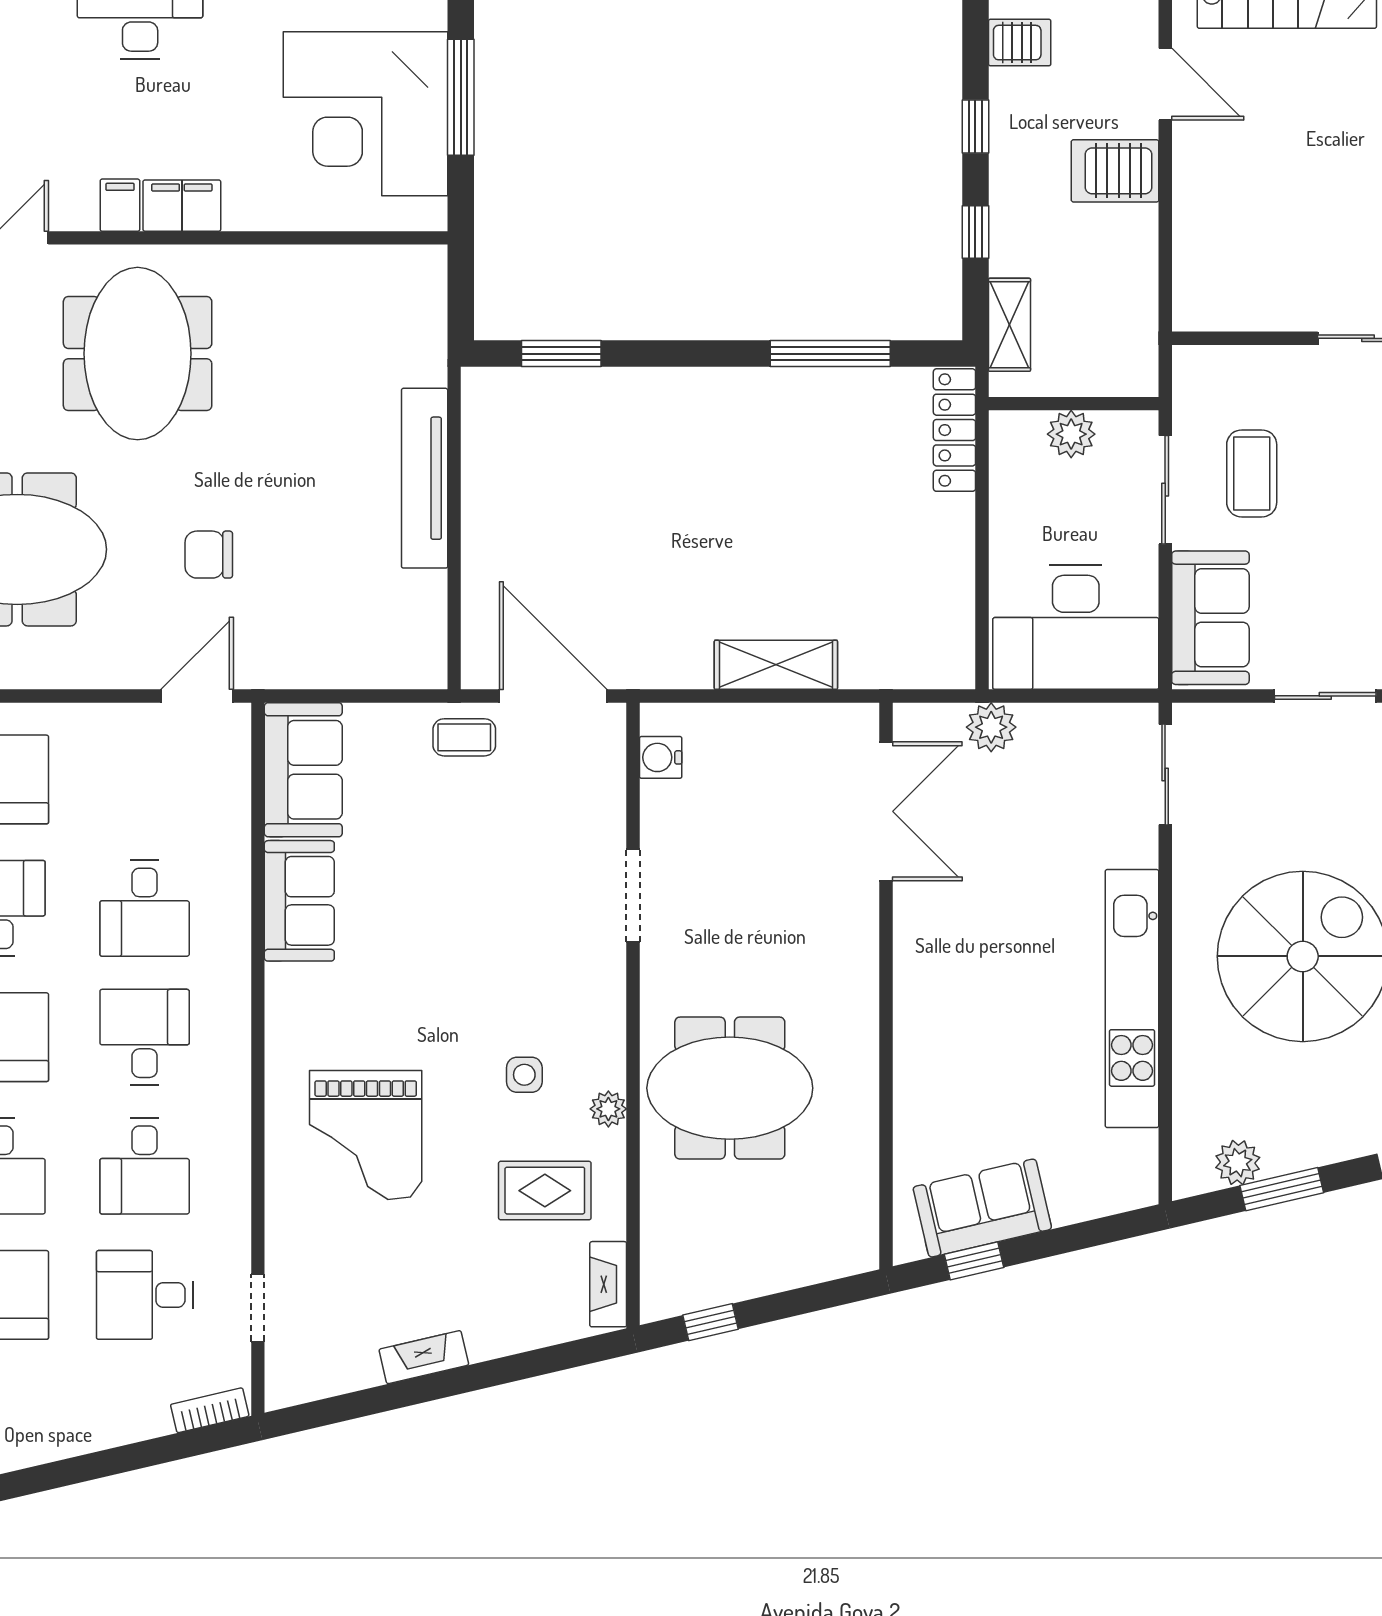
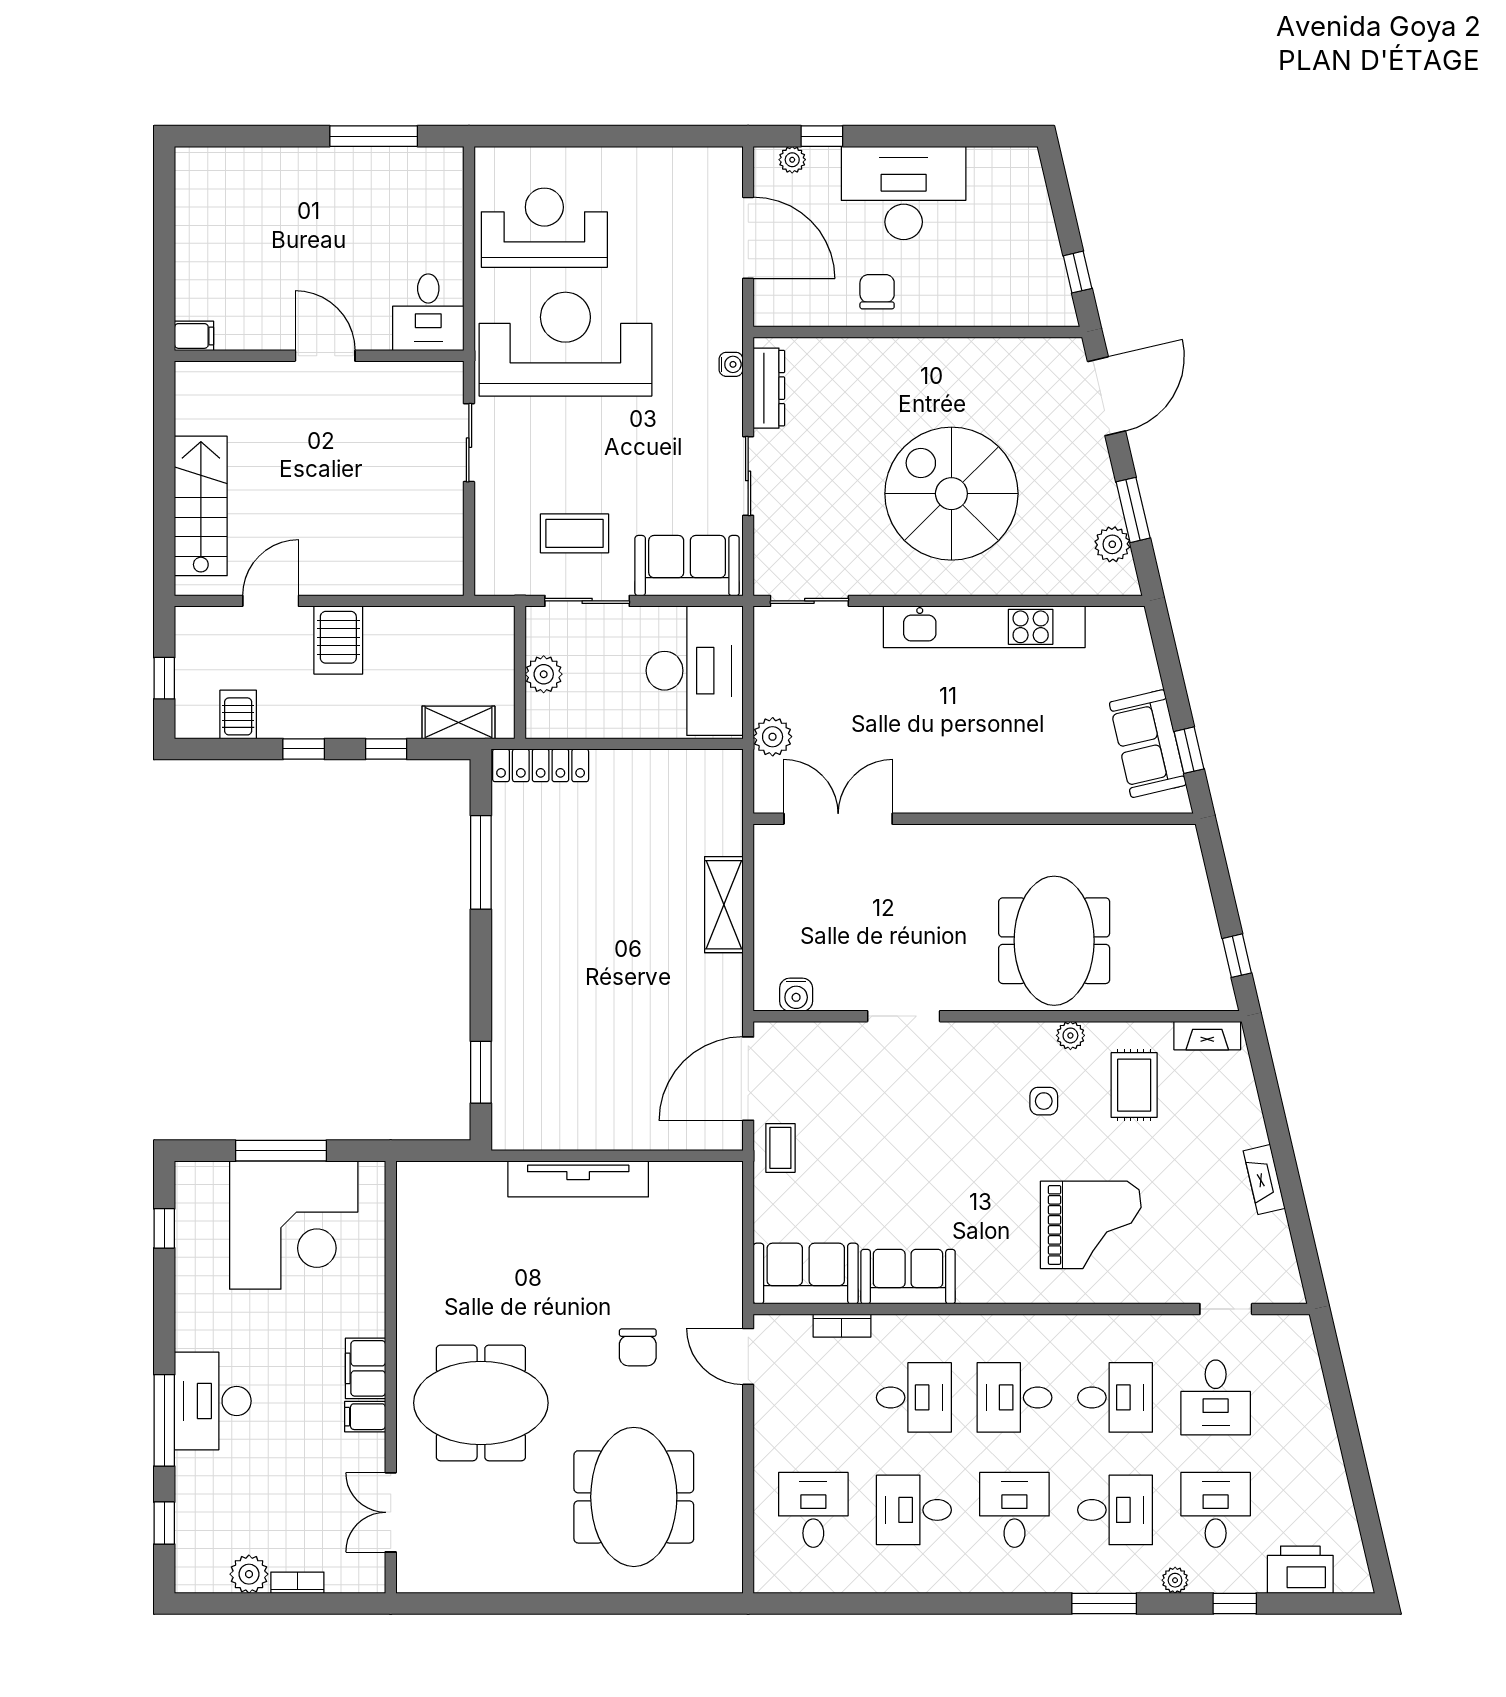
bookcase: (210, 1410) -> (842, 1326), moved, turned -77

